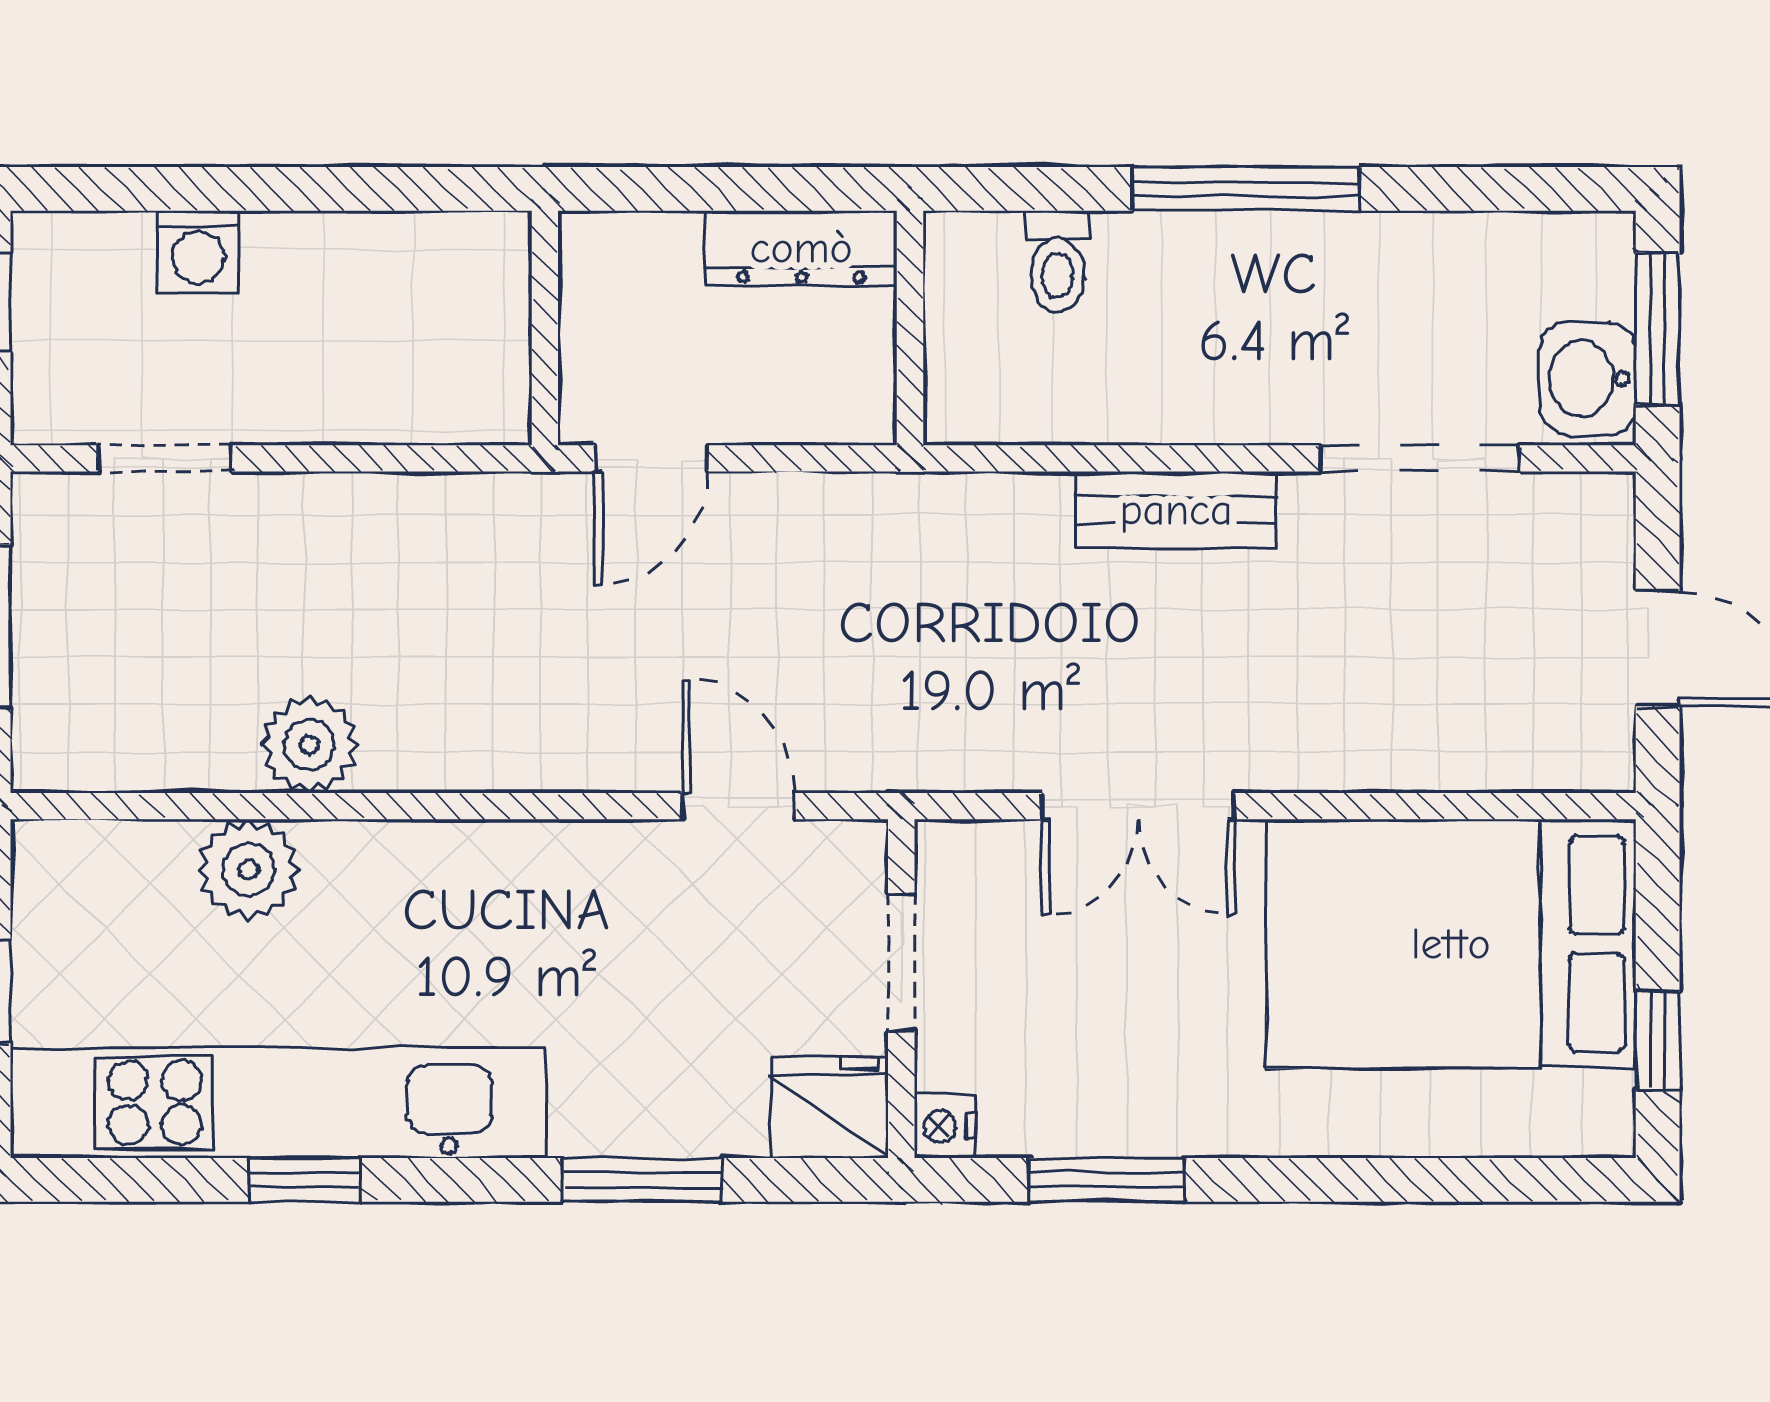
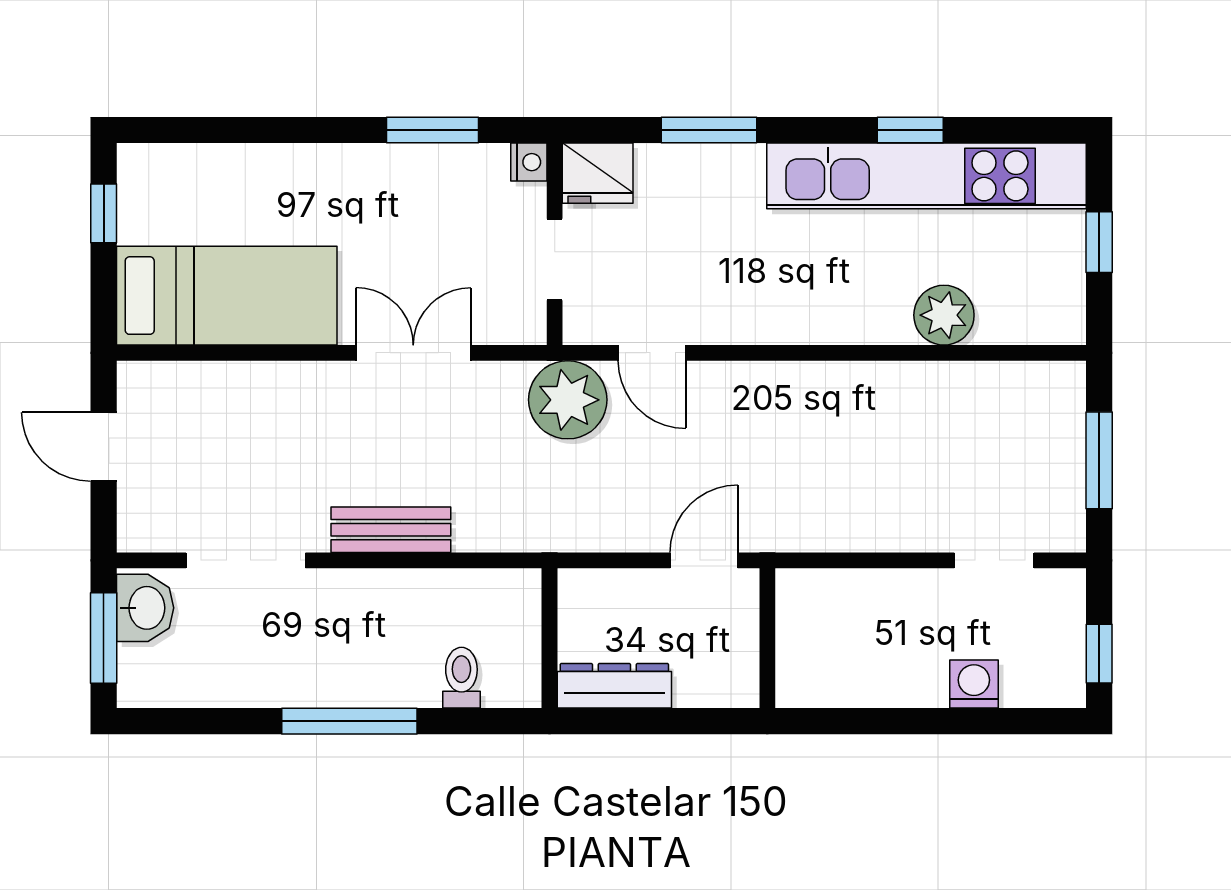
plant: (309, 745) -> (568, 400), moved, width x1.36, depth x1.36
bed: (1451, 944) -> (227, 296), width x0.67

